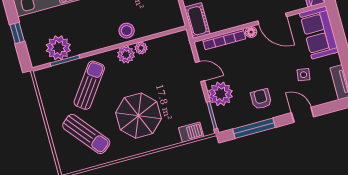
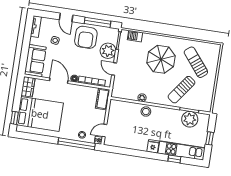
plant: (126, 55) -> (152, 98), removed
armchair: (261, 99) -> (86, 37), width x1.88, depth x1.88

